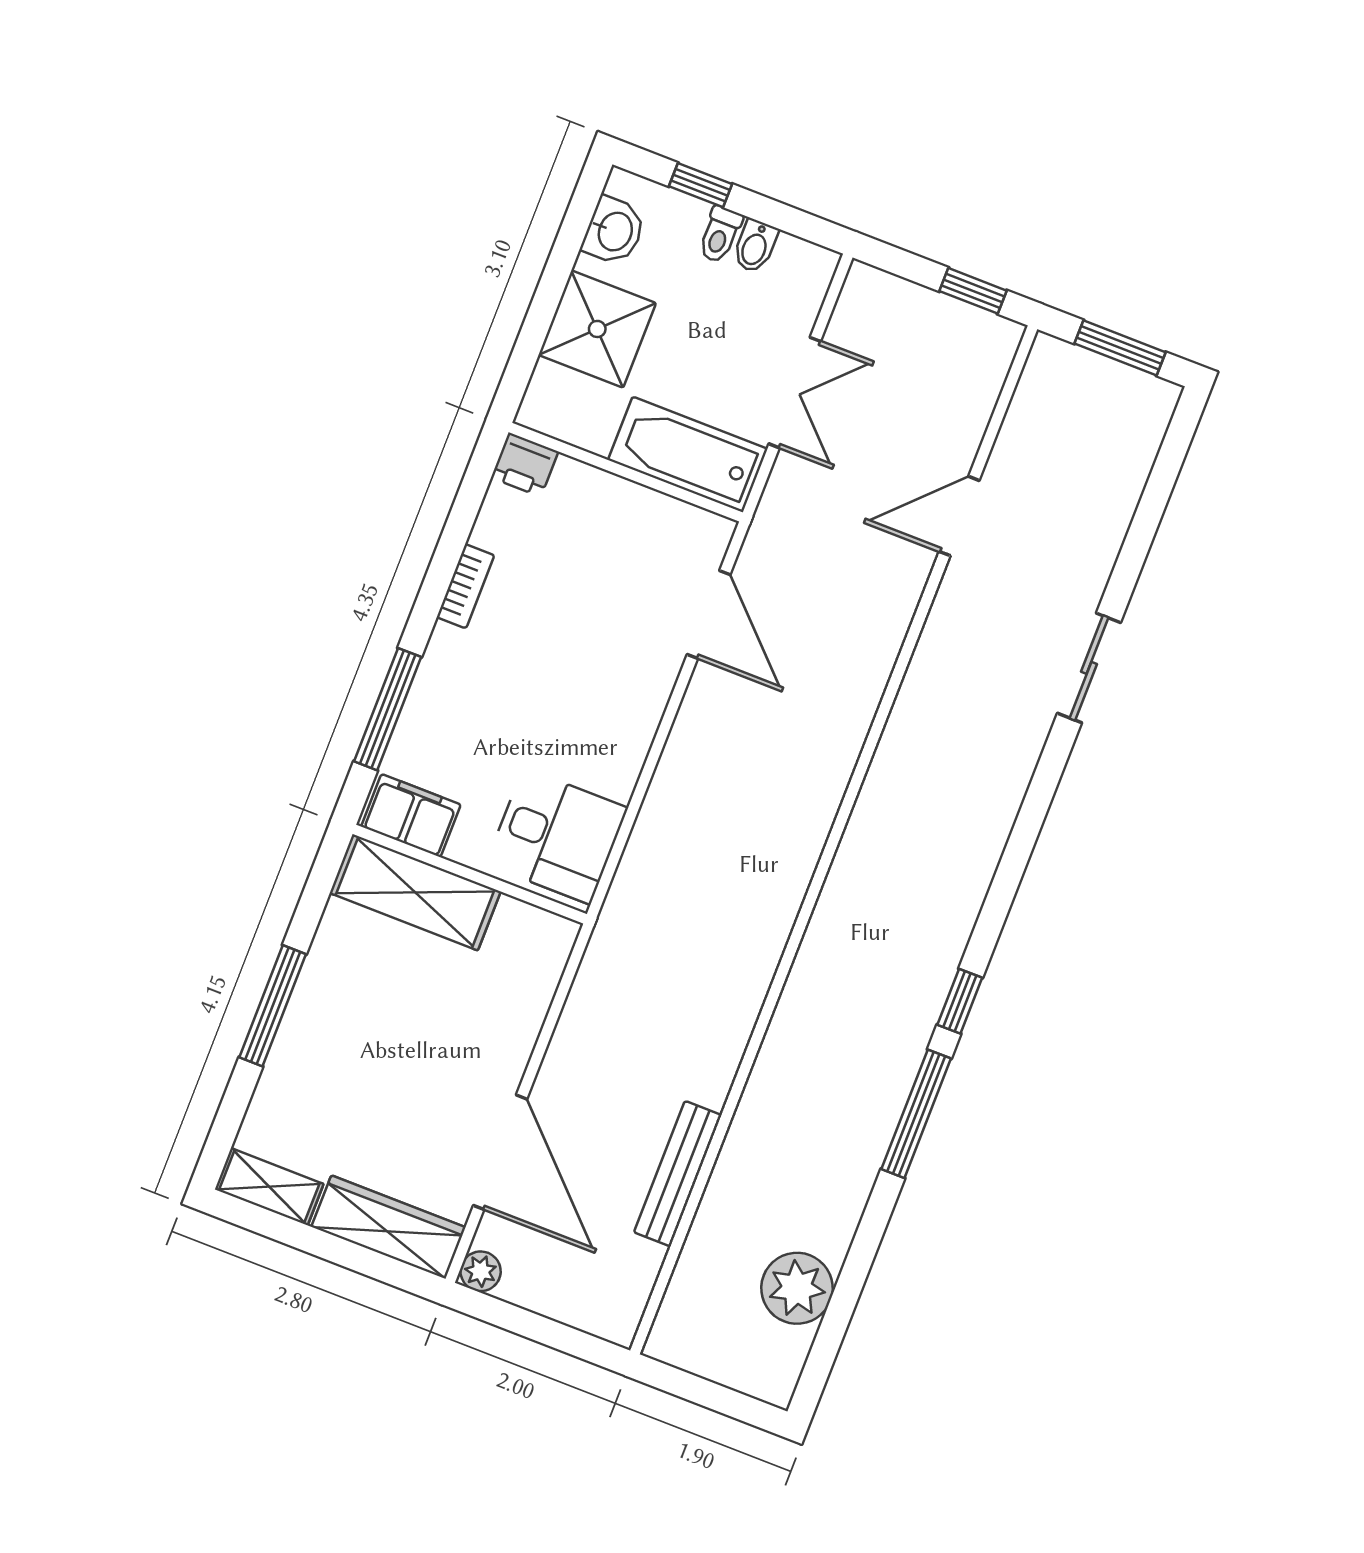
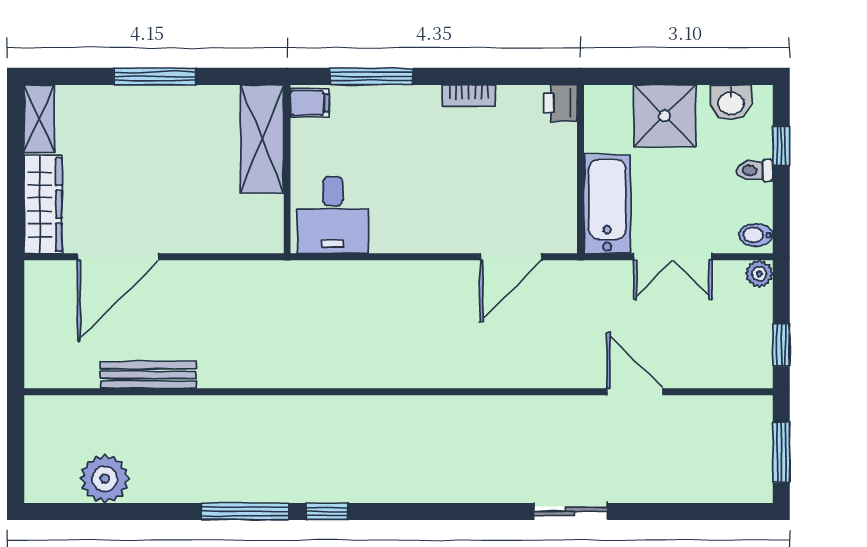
bidet: (755, 246) -> (756, 235), moved
filing cabinet: (411, 816) -> (310, 103), width x0.50
plant: (481, 1271) -> (759, 274), moved

